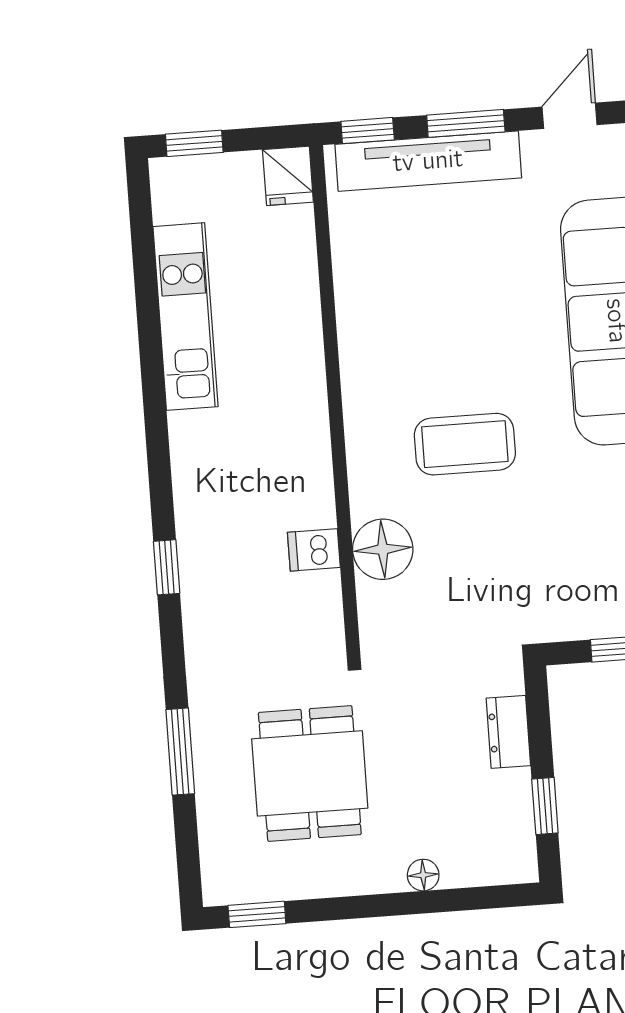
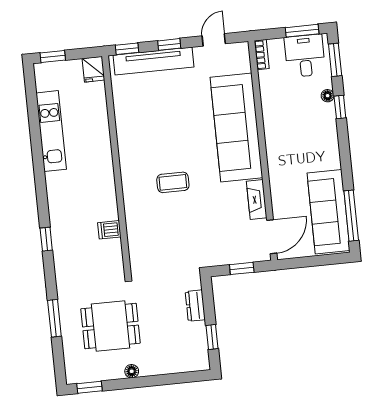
window: (466, 123) -> (169, 44), width x0.67
coffee table: (465, 444) -> (173, 182), width x0.73, depth x0.77
floor lamp: (383, 549) -> (139, 229), removed
dining table: (310, 773) -> (110, 326), turned 90
floor lamp: (423, 875) -> (132, 371), moved

